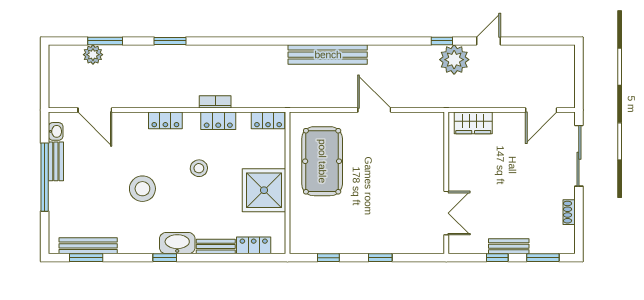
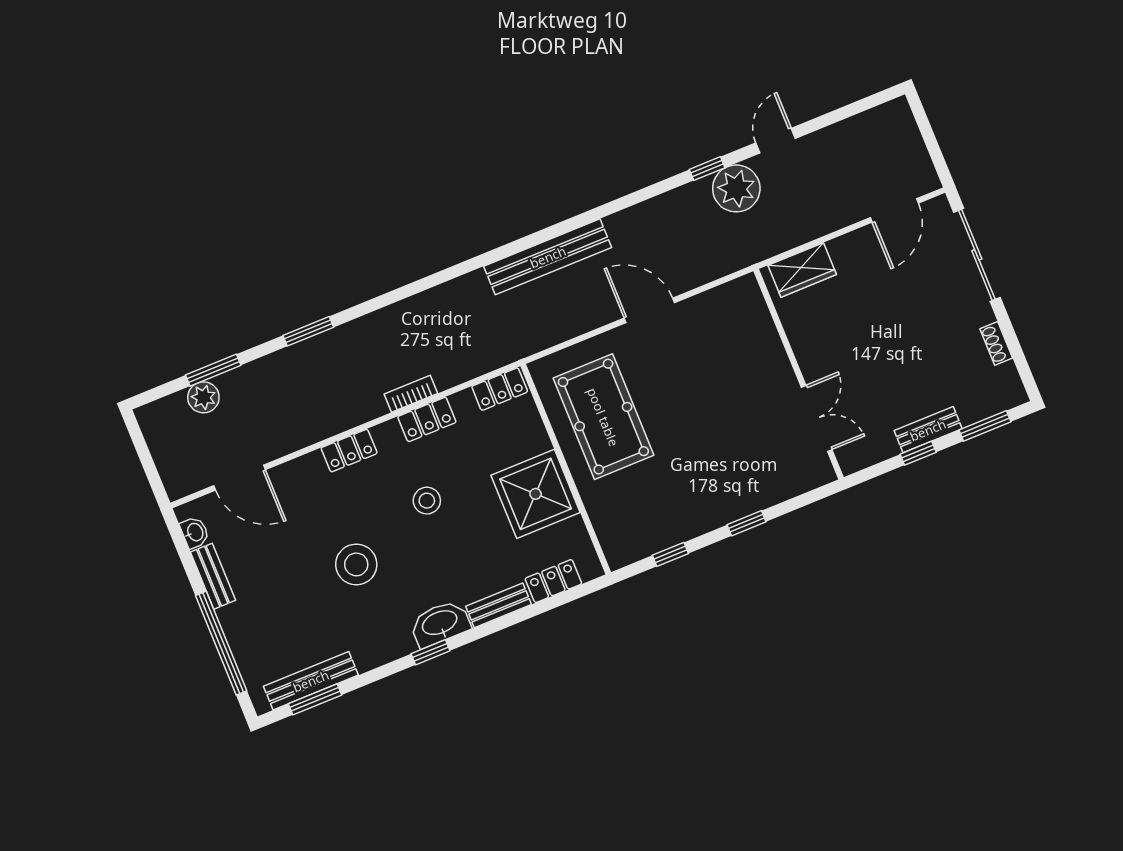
window: (45, 177) -> (221, 643), moved

